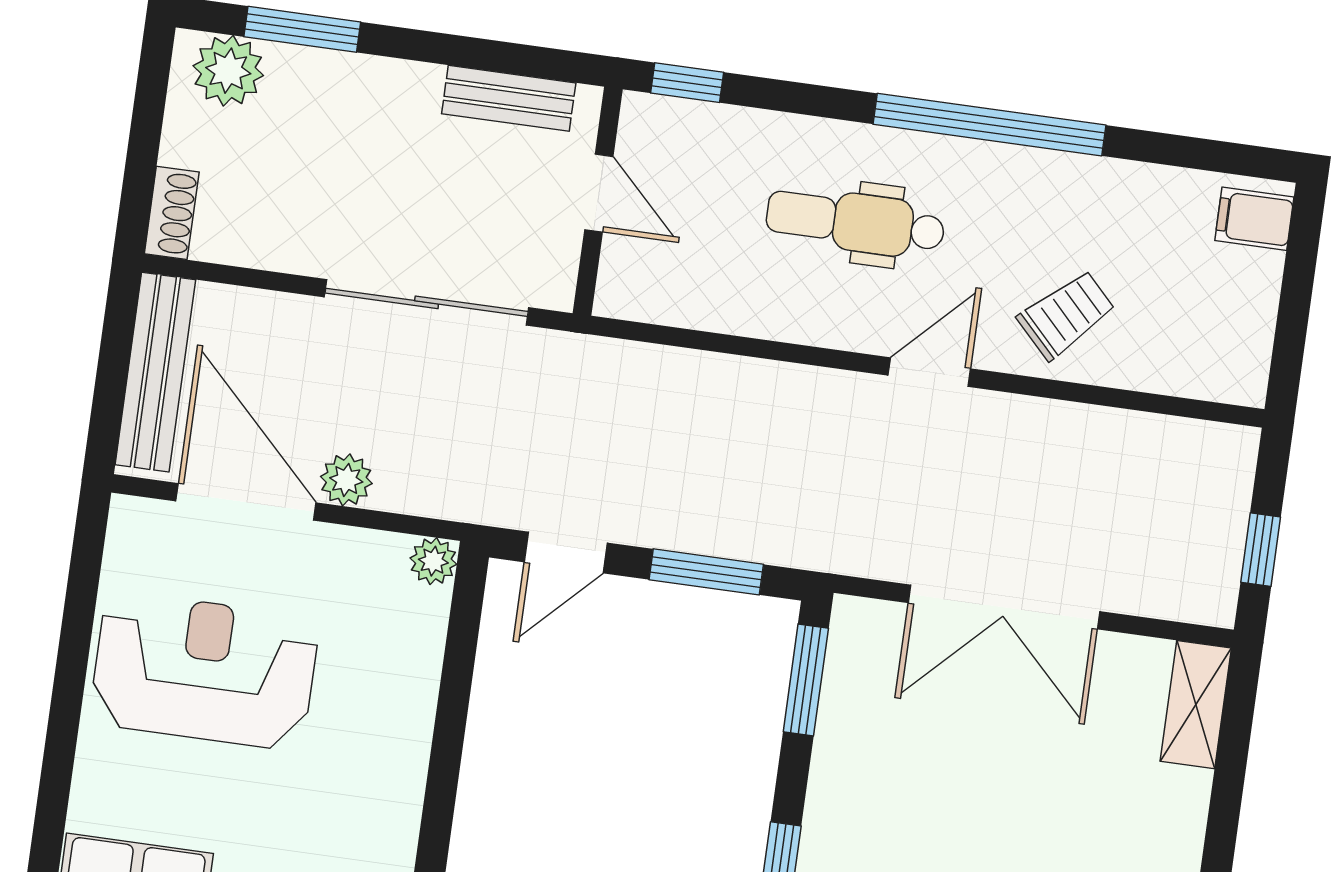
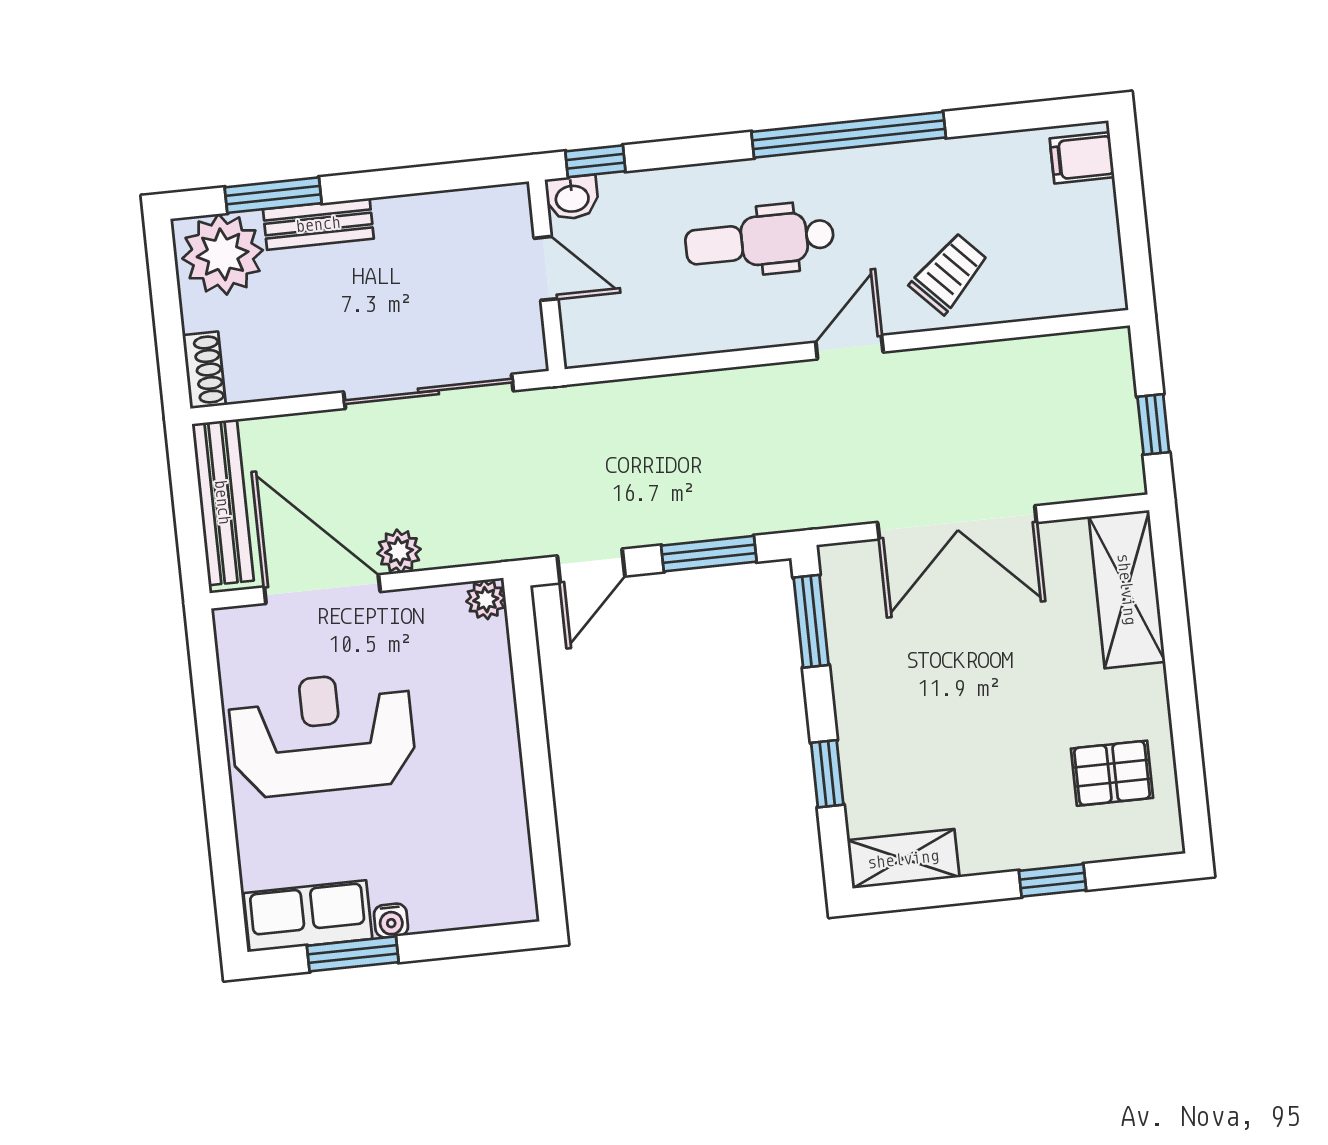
plant: (228, 71) -> (223, 254), width x1.36, depth x1.36
bench: (509, 98) -> (318, 224), moved
washbasin: (650, 118) -> (572, 197), added
shelving: (1196, 705) -> (1127, 589), width x1.50, depth x1.33

